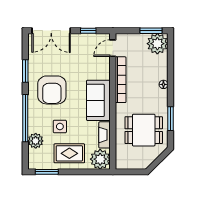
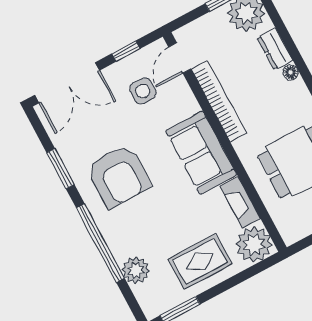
dresser: (162, 69) -> (275, 49), added
side table: (60, 127) -> (143, 91), moved

